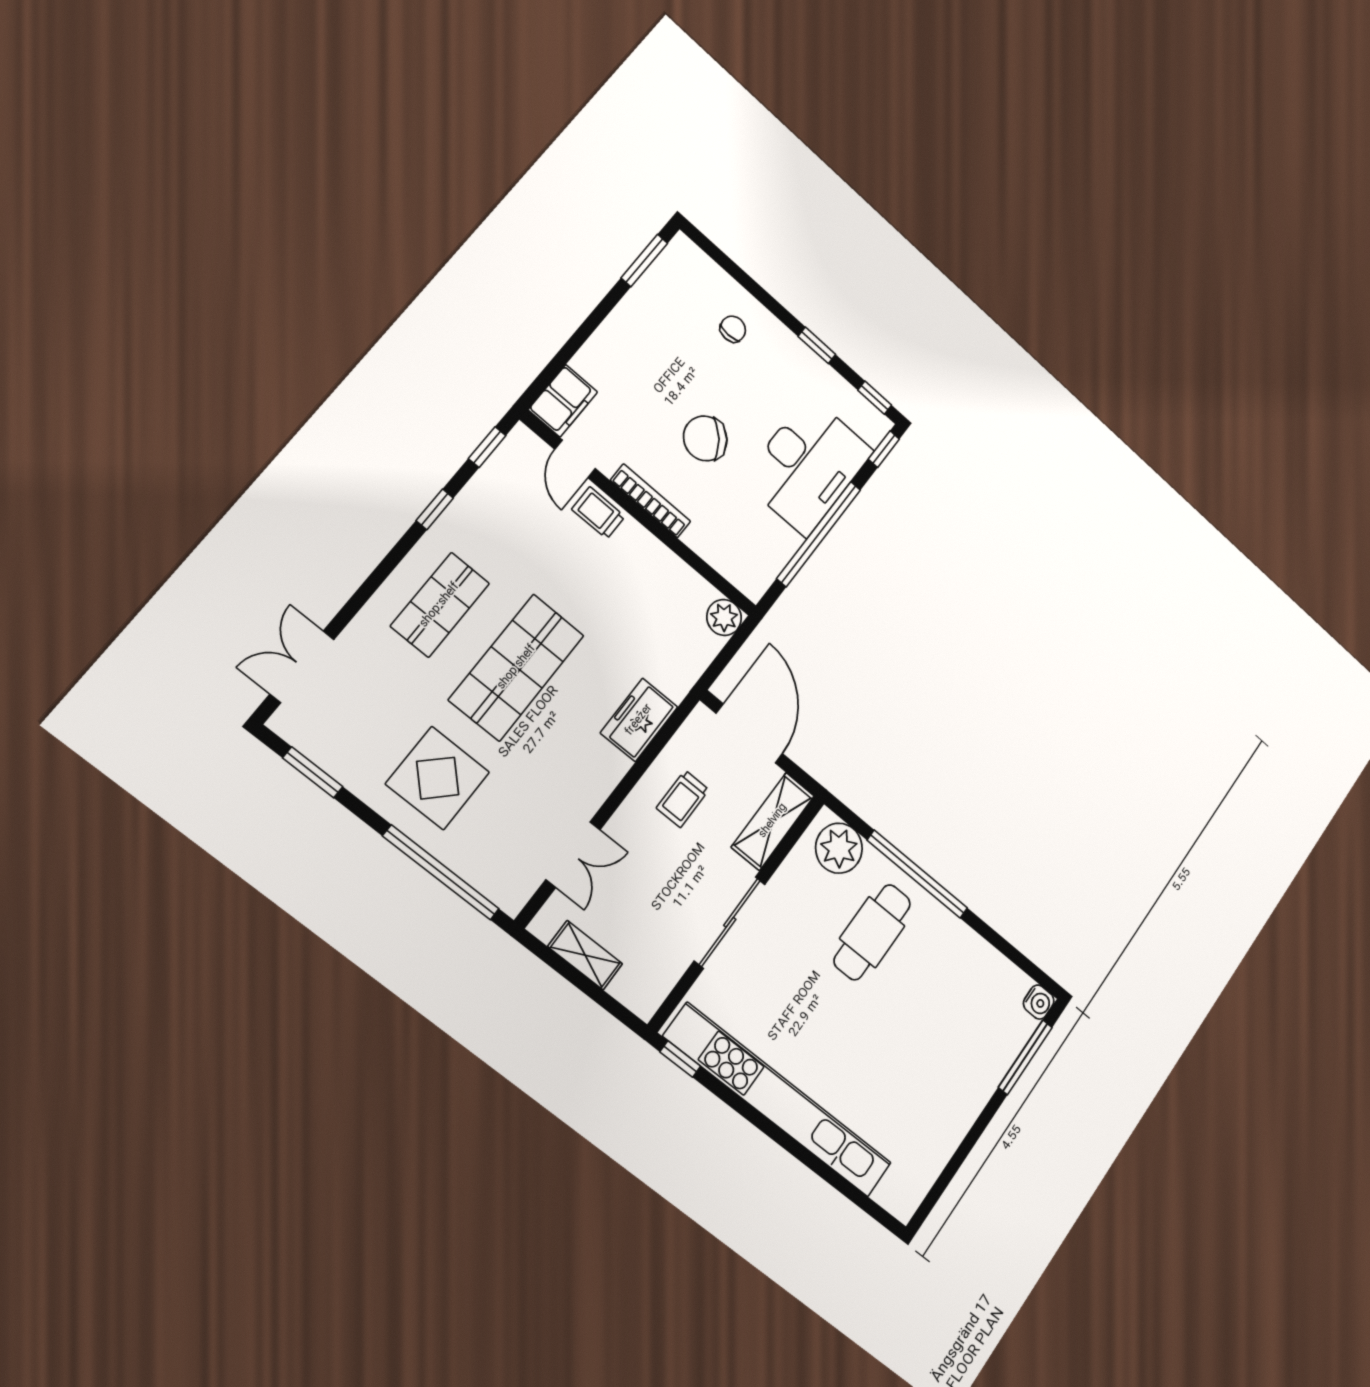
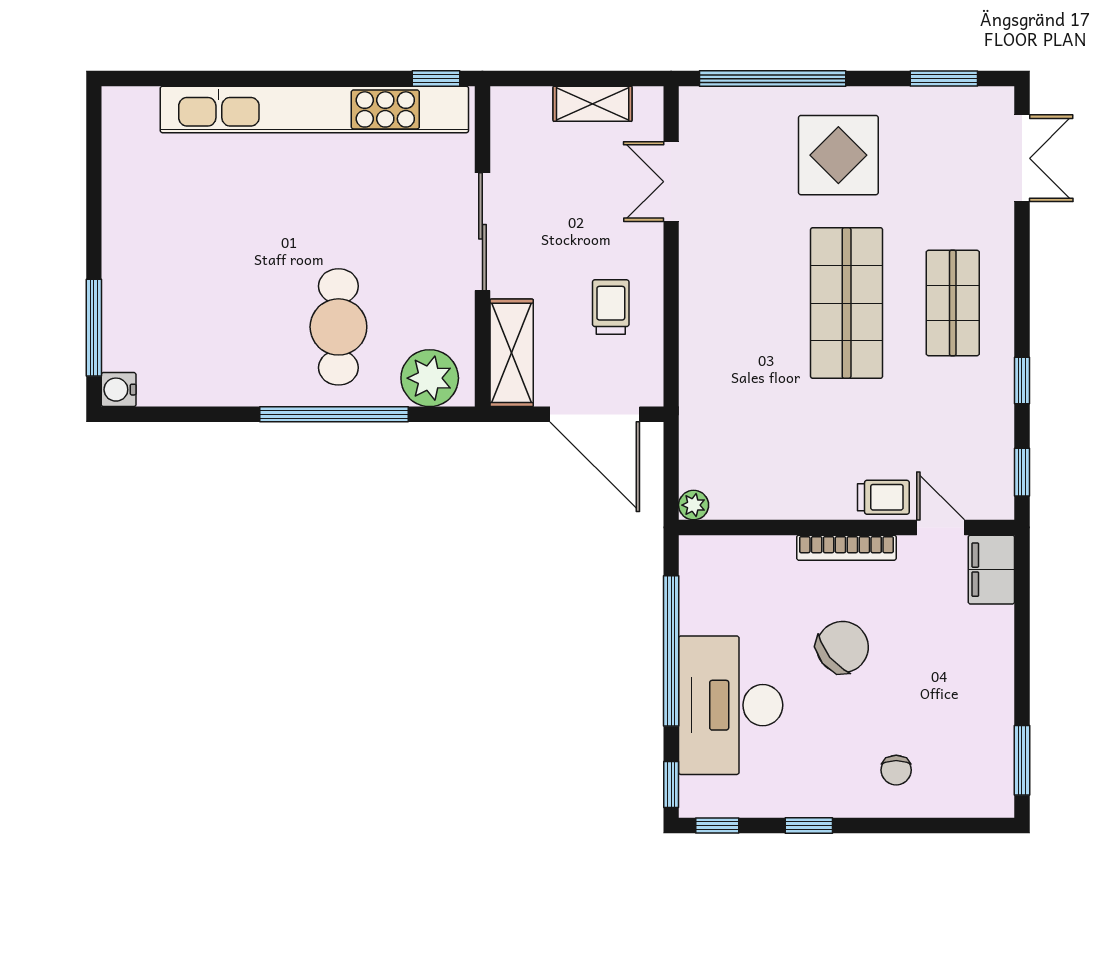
plant: (724, 617) -> (694, 505), width x0.73, depth x0.73
freezer: (639, 720) -> (704, 345), removed

